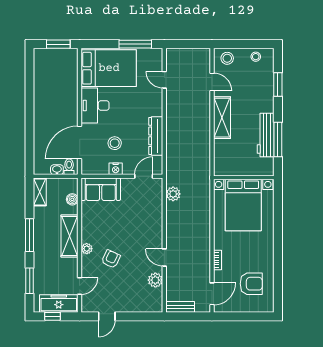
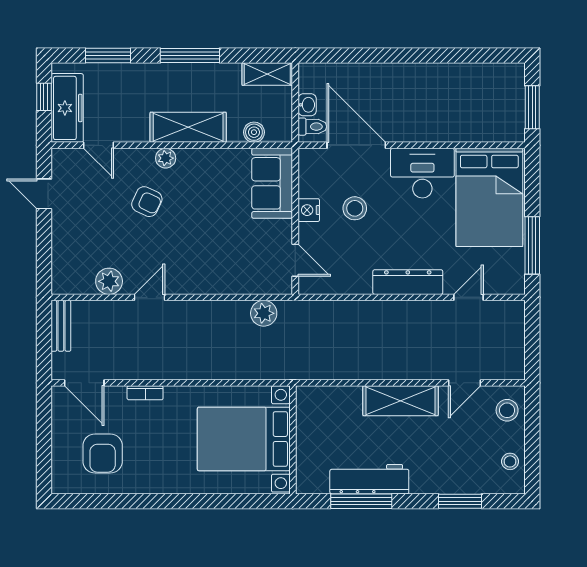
dresser: (156, 136) -> (408, 282), moved

